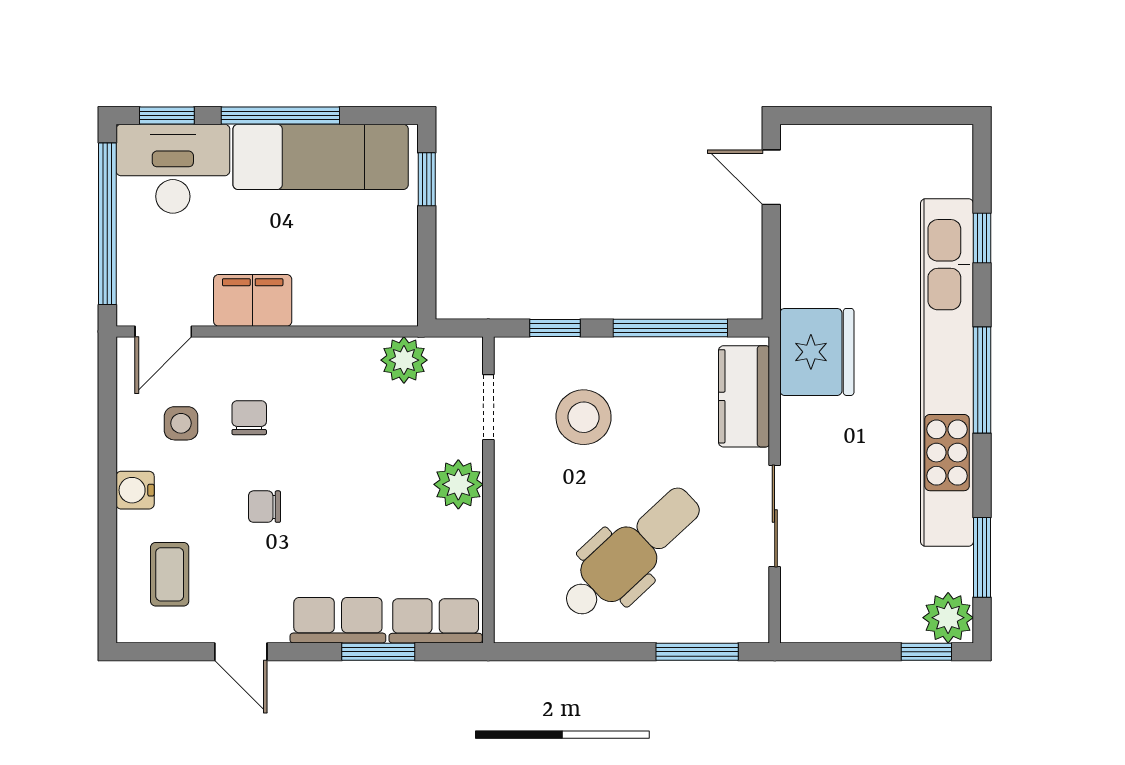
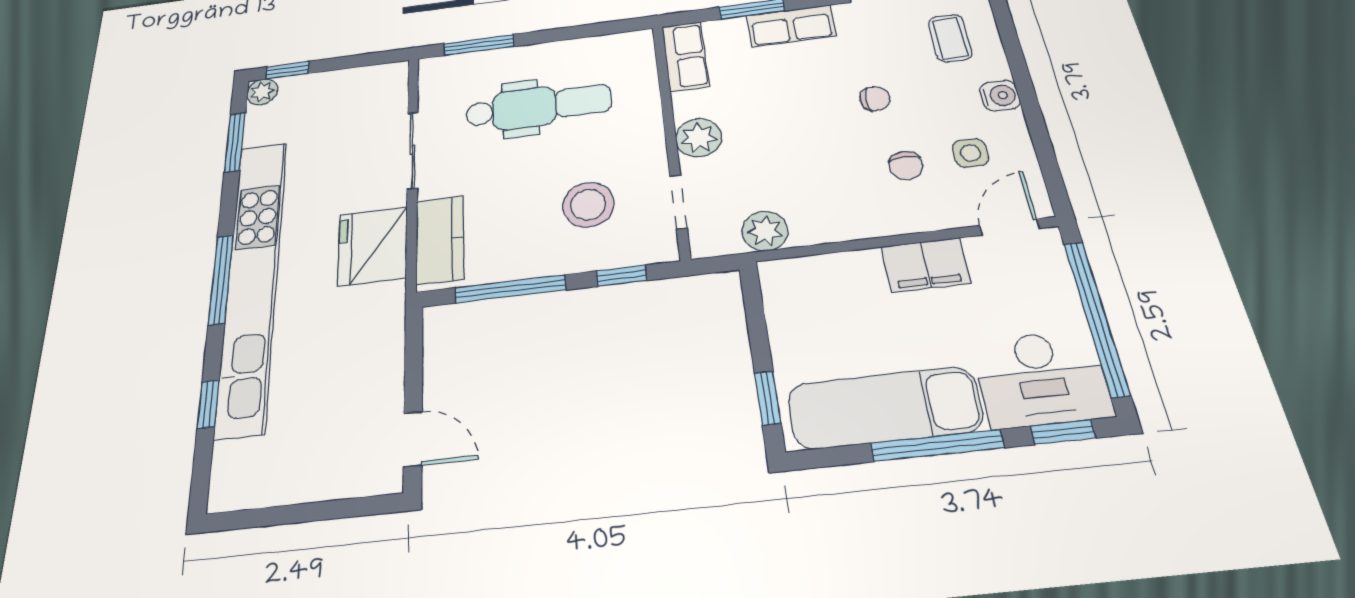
fridge: (817, 352) -> (373, 246), moved
dental chair: (631, 553) -> (539, 106), turned -137
plant: (948, 618) -> (262, 92), width x0.73, depth x0.73
row of seats: (436, 621) -> (685, 56), moved, turned -90

